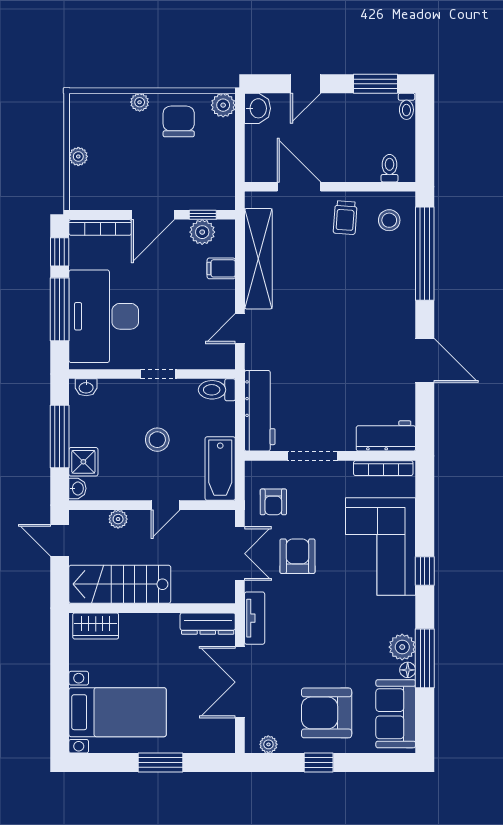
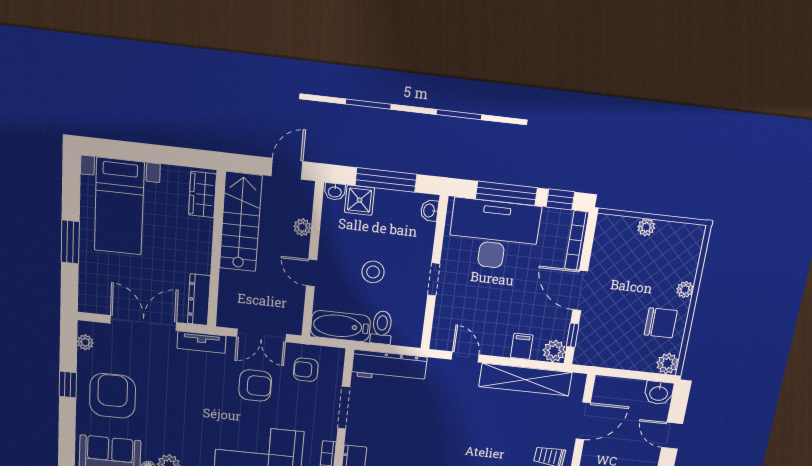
plant: (202, 232) -> (554, 351), moved
toilet: (217, 390) -> (382, 327), moved

